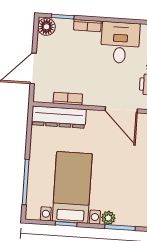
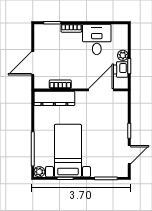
floor lamp: (46, 27) -> (41, 31), removed
door: (121, 110) -> (101, 90), swing flipped
plant: (108, 218) -> (39, 172), moved

